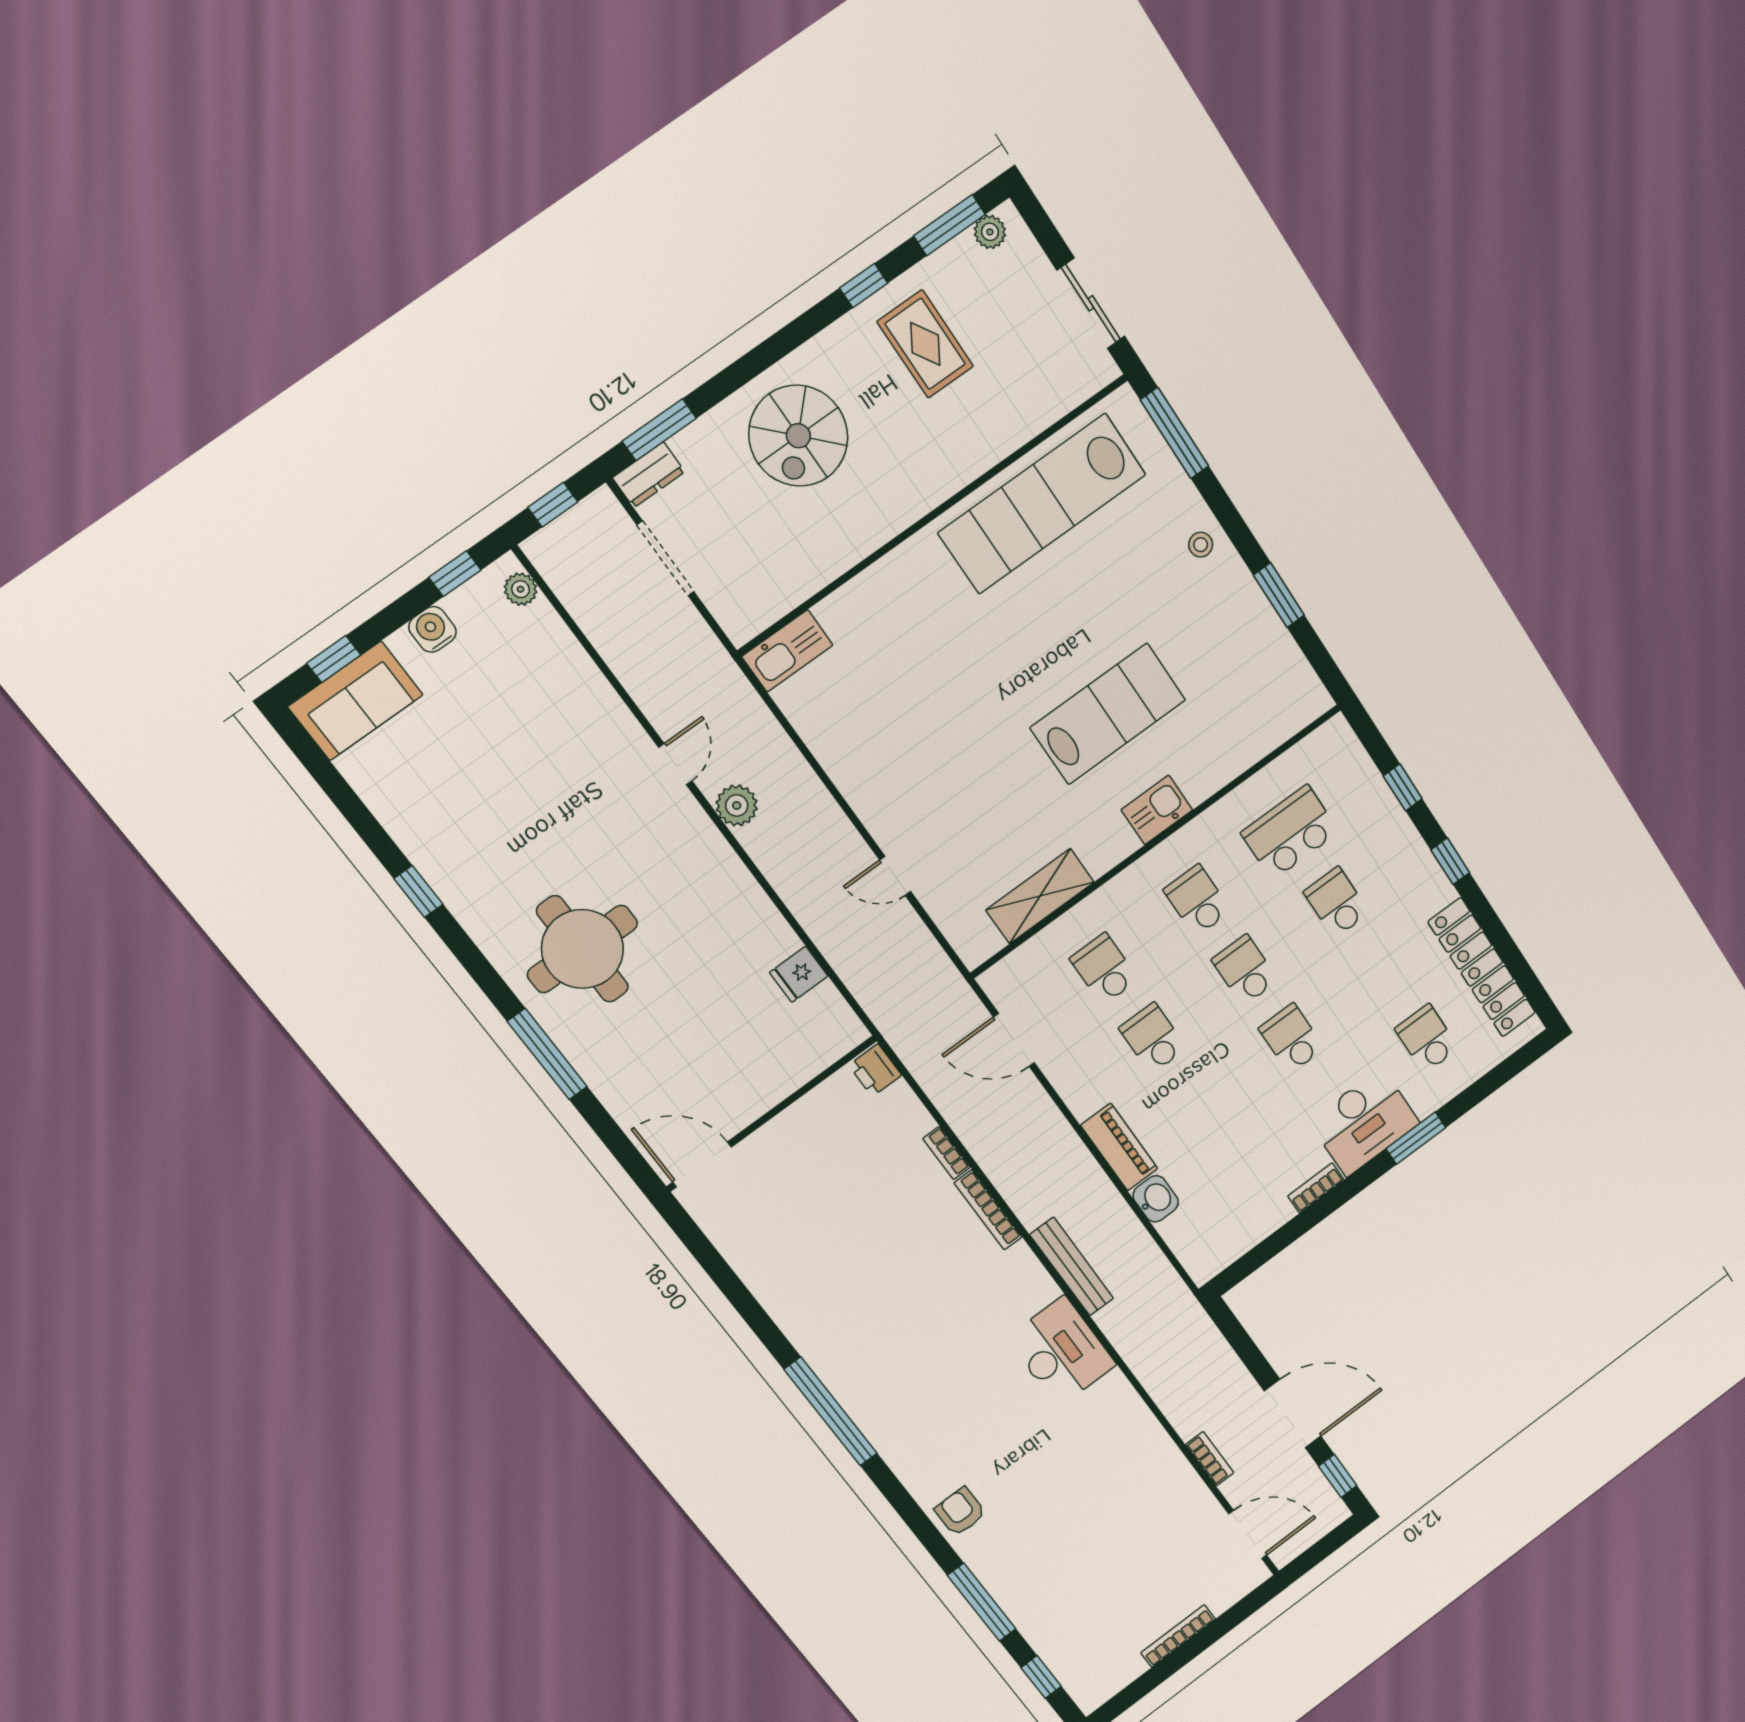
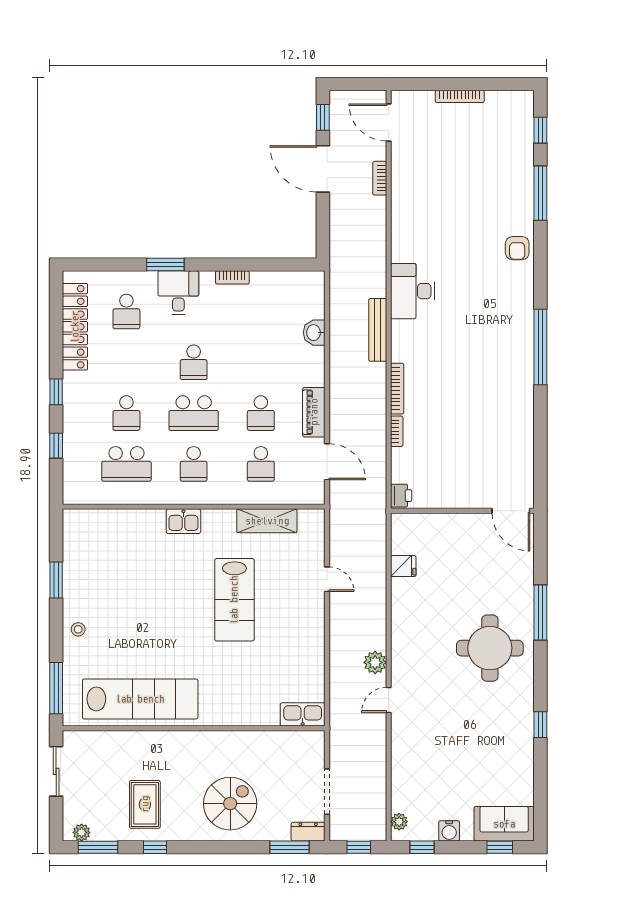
lab bench: (1108, 714) -> (234, 600), moved, turned -90
school desk: (1245, 970) -> (194, 413), width x1.85
desk: (1364, 1122) -> (178, 293), width x0.73
piano: (1119, 1147) -> (314, 412), moved

